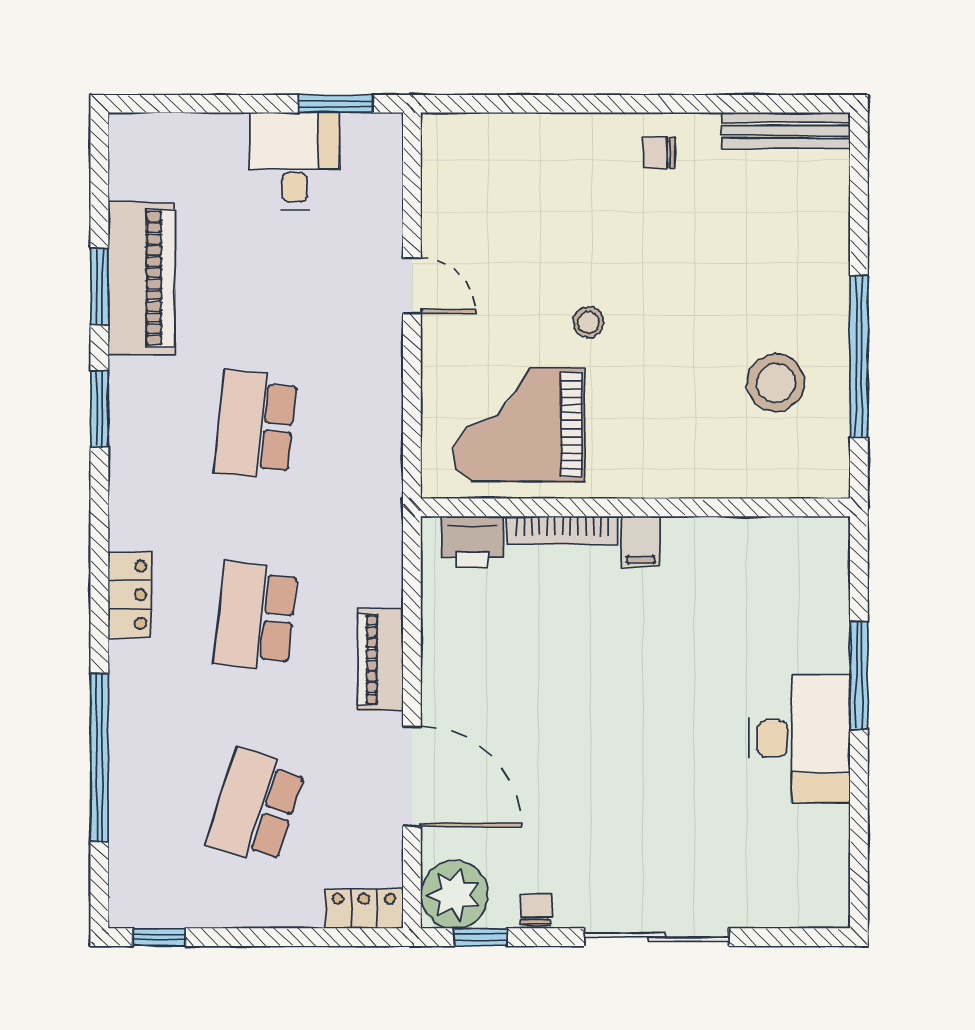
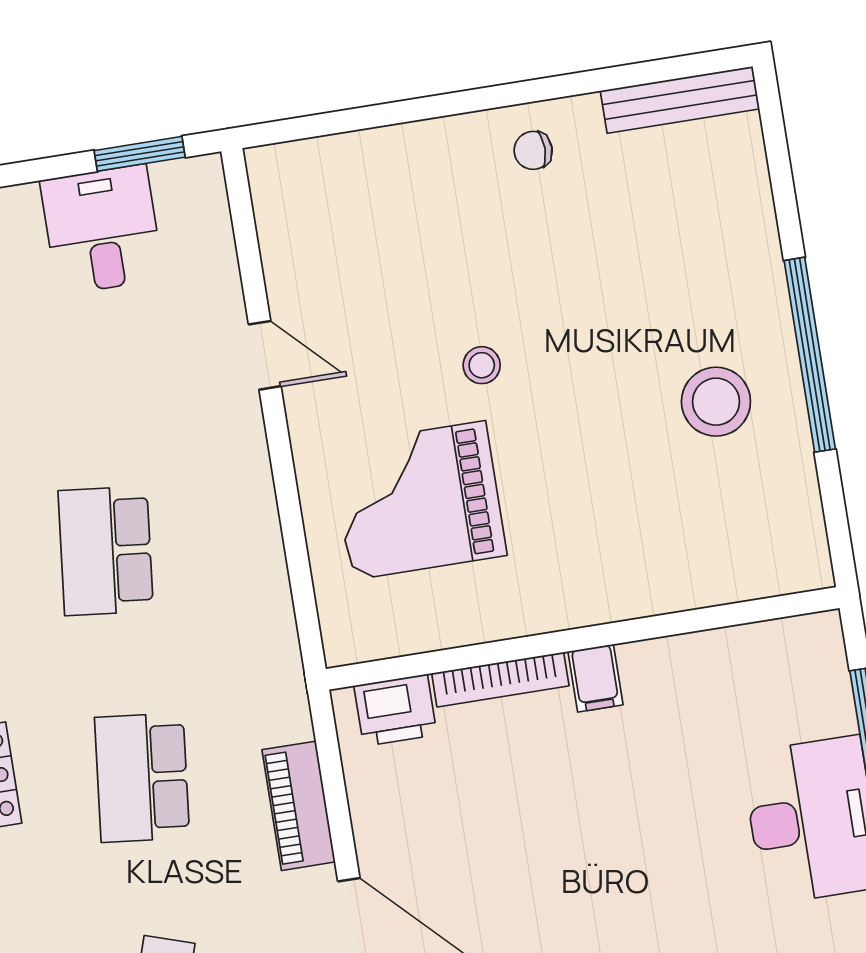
wall: (635, 507) -> (583, 638), moved
bookcase: (562, 530) -> (500, 680), moved
printer: (472, 542) -> (395, 710), moved
filing cabinet: (641, 542) -> (595, 678), moved

